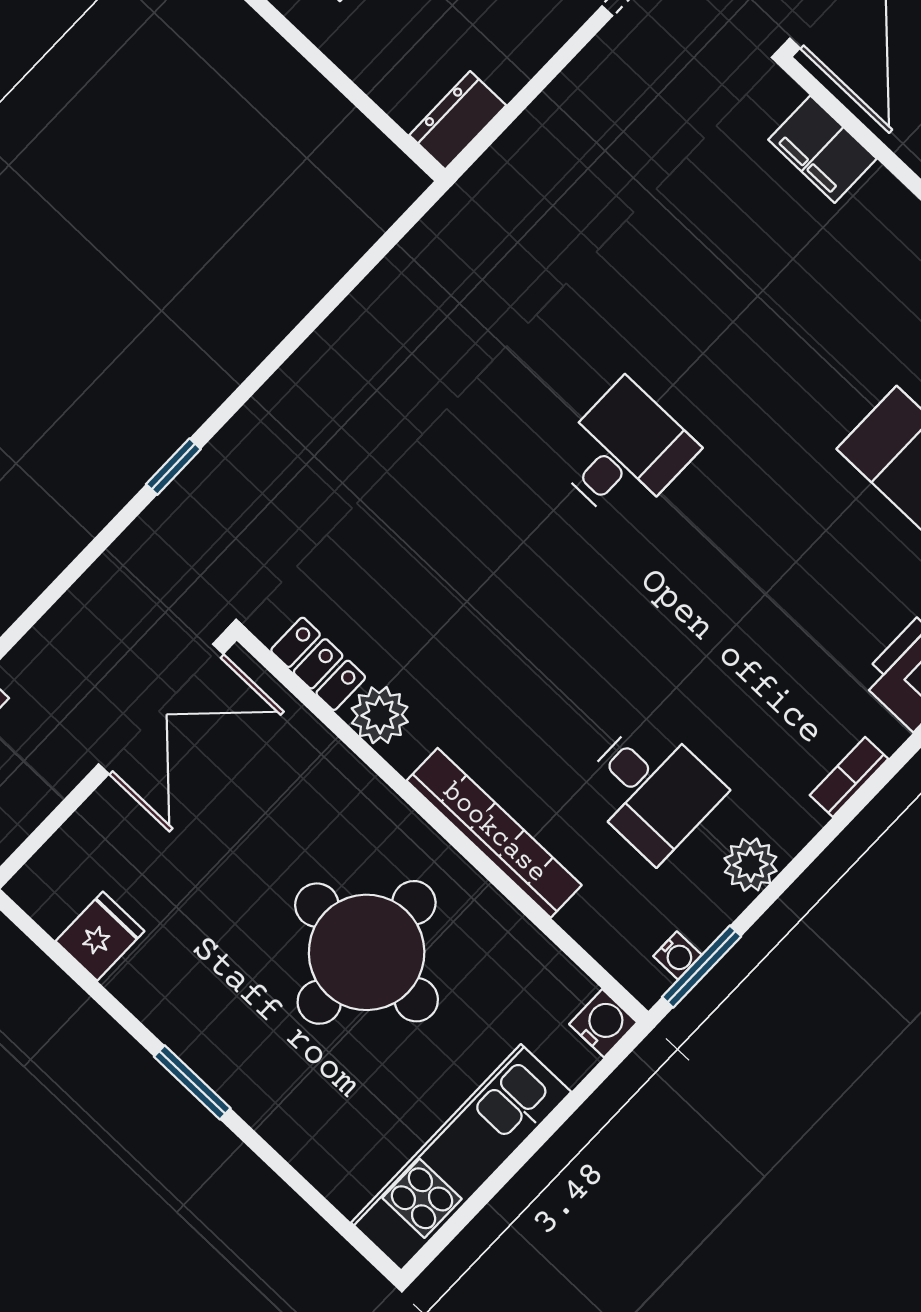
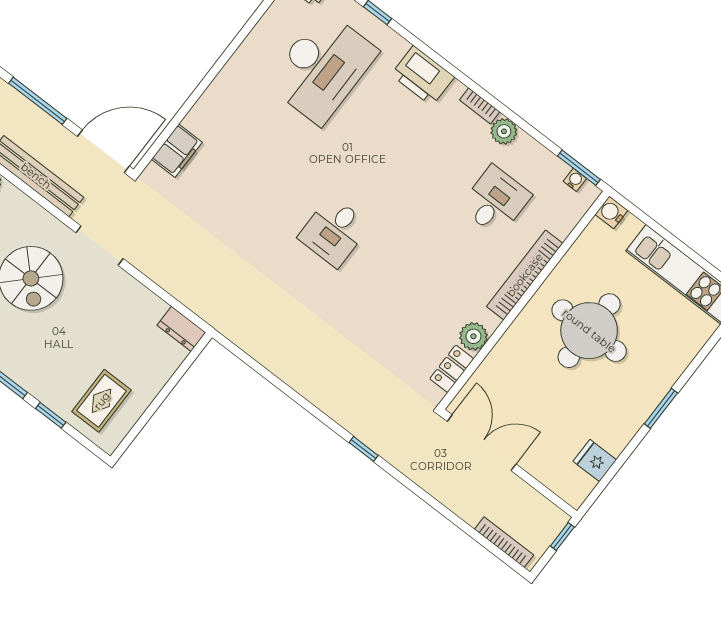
desk: (624, 453) -> (334, 231), turned -90
plant: (751, 865) -> (504, 131), moved

